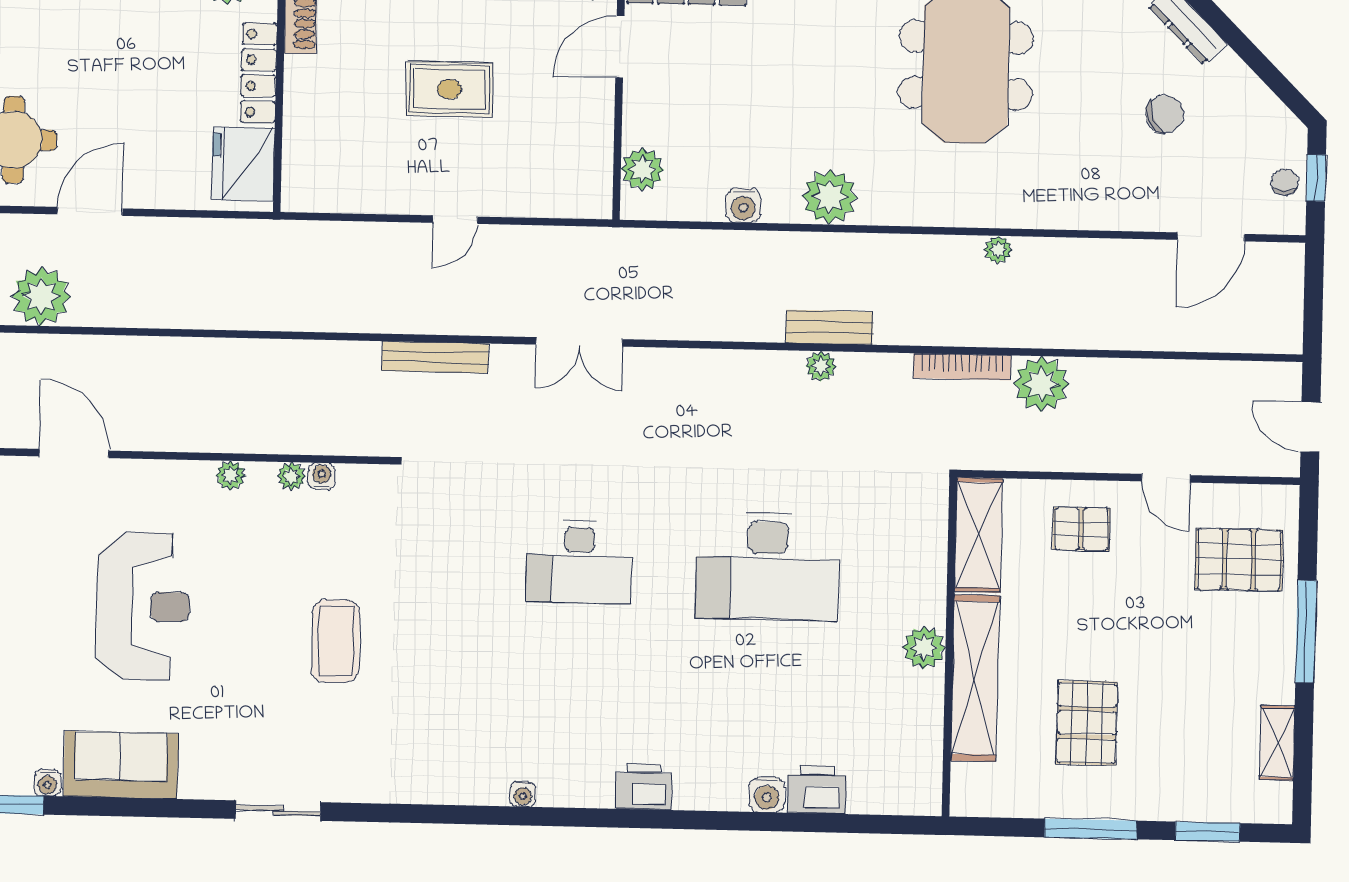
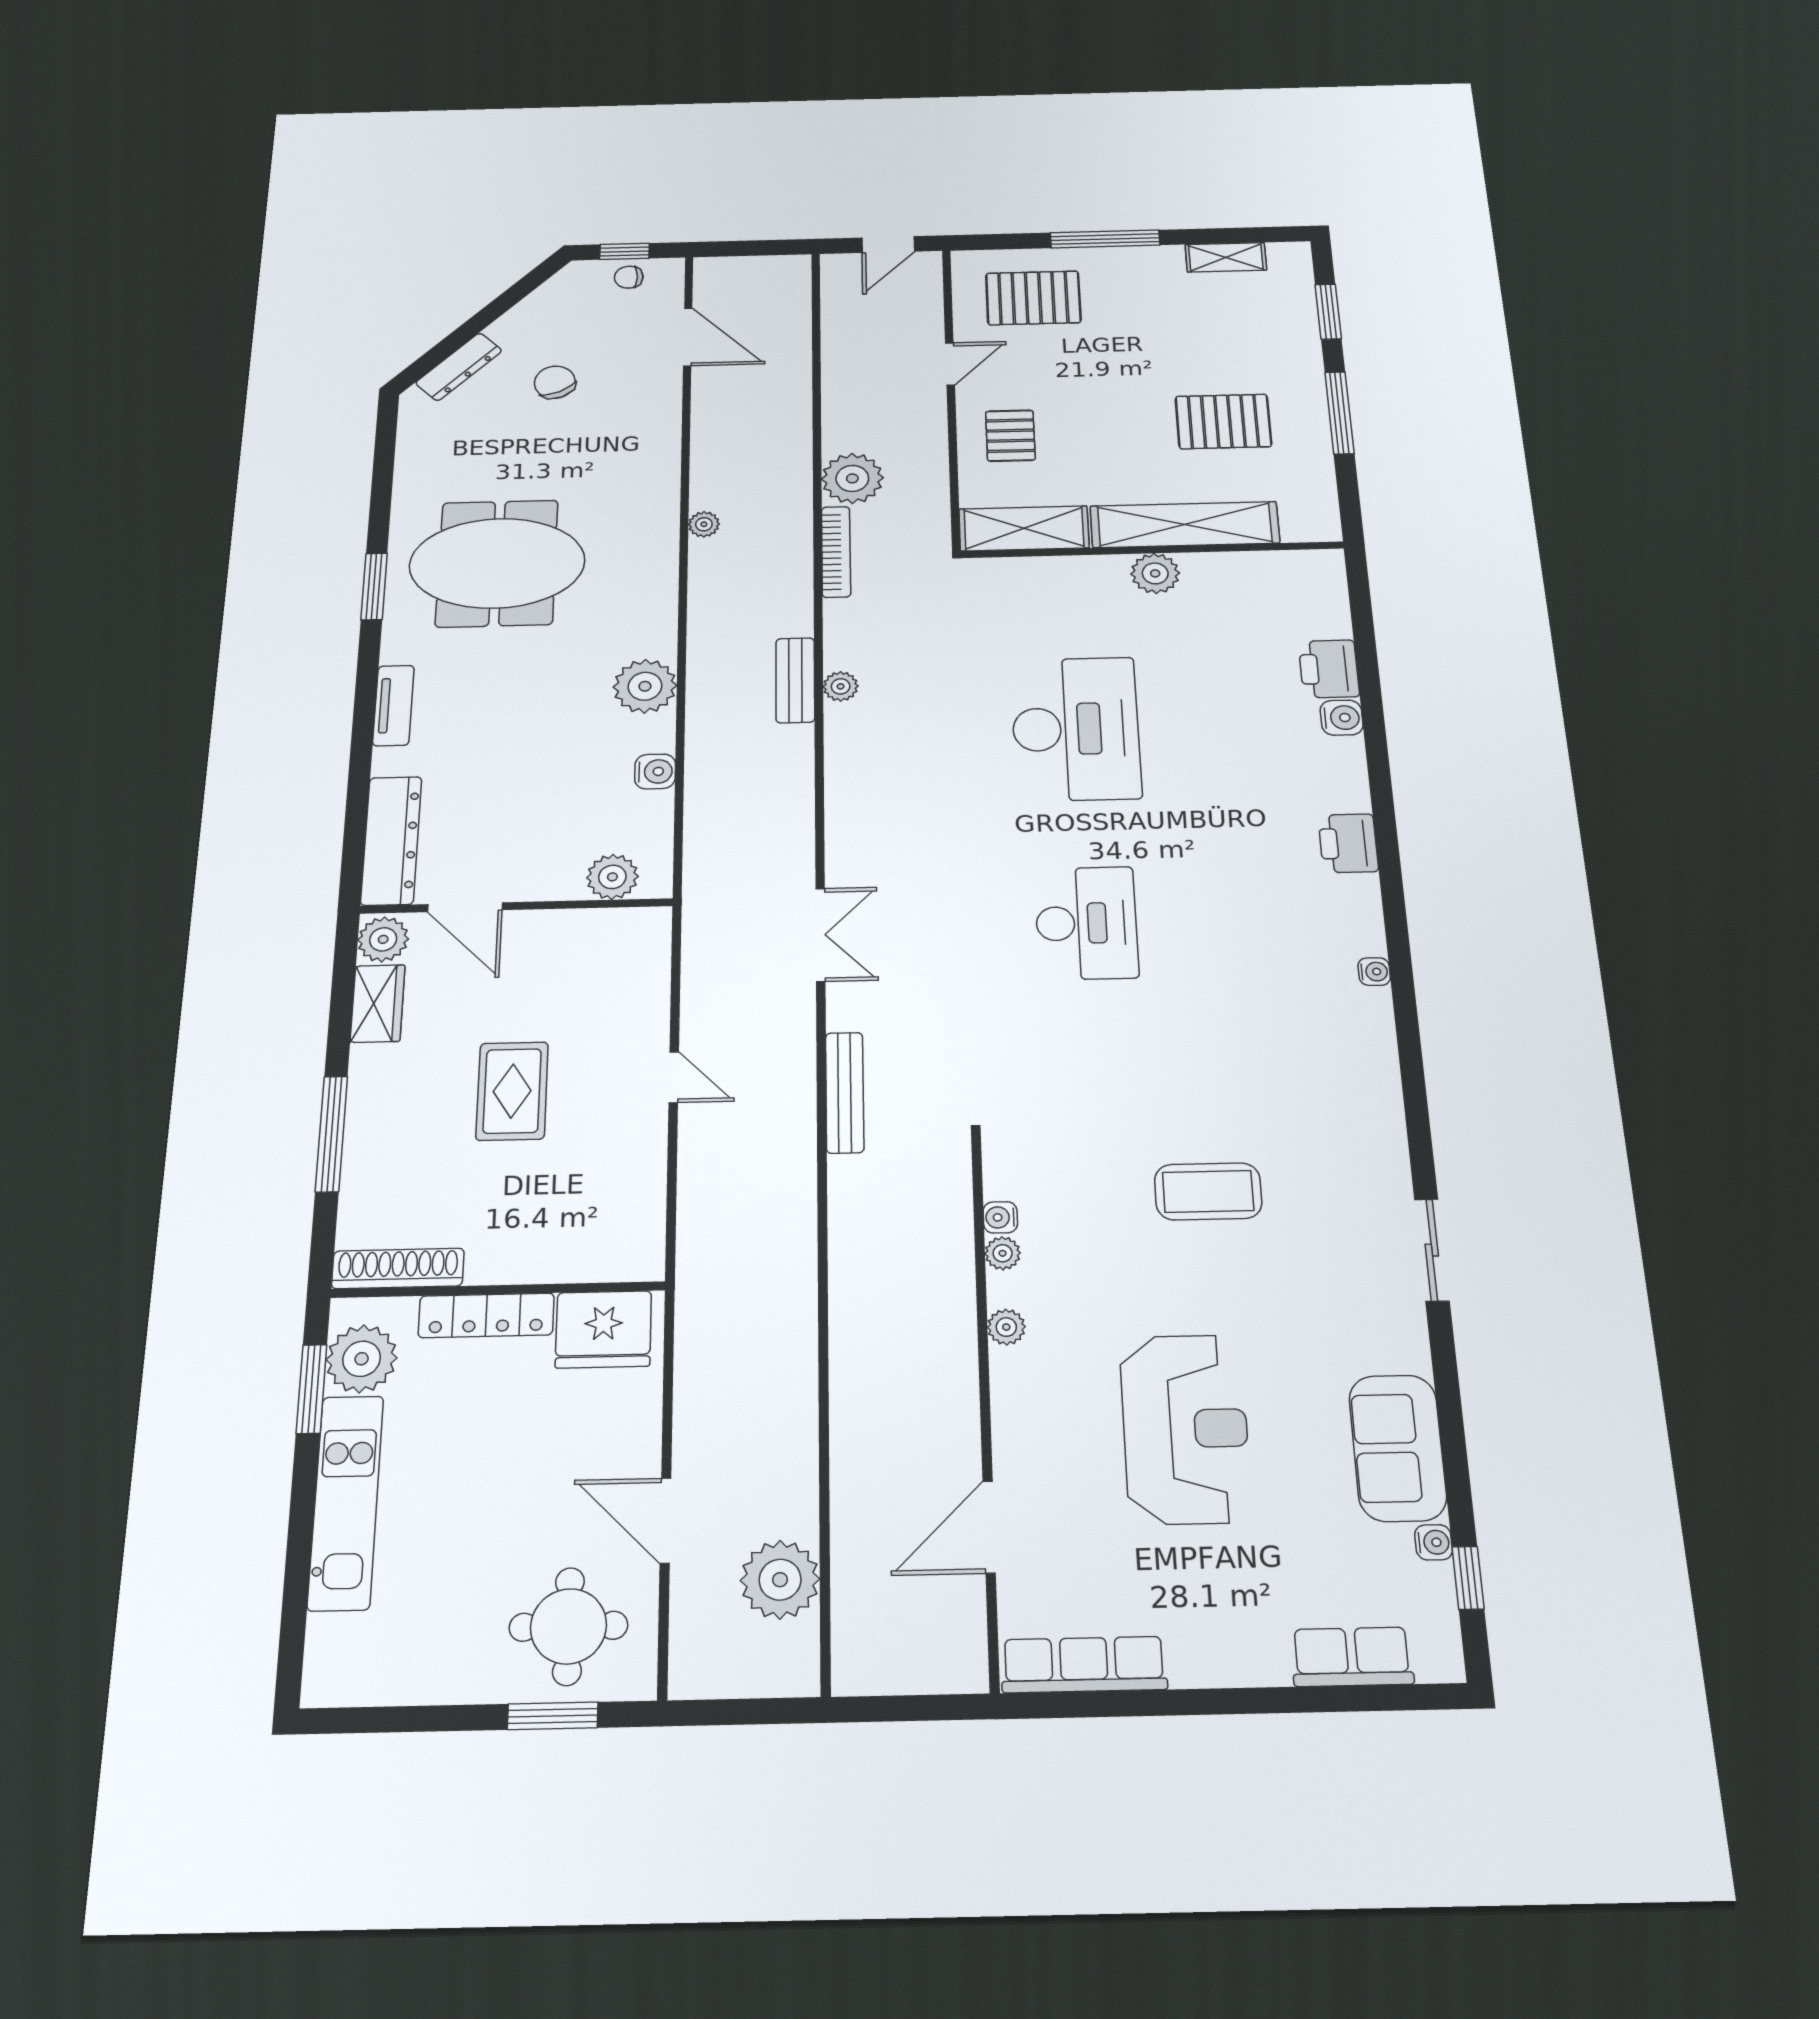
pallet: (1239, 560) -> (1033, 298), turned 90
reception desk: (143, 606) -> (1185, 1429), turned 90

